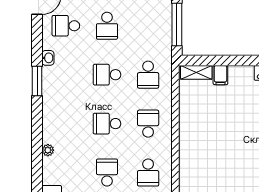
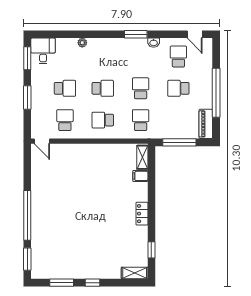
school desk: (148, 75) -> (141, 120), turned 90
school desk: (107, 124) -> (103, 88), turned 90
school desk: (148, 124) -> (103, 120), turned 180
school desk: (148, 173) -> (65, 120), turned 90

